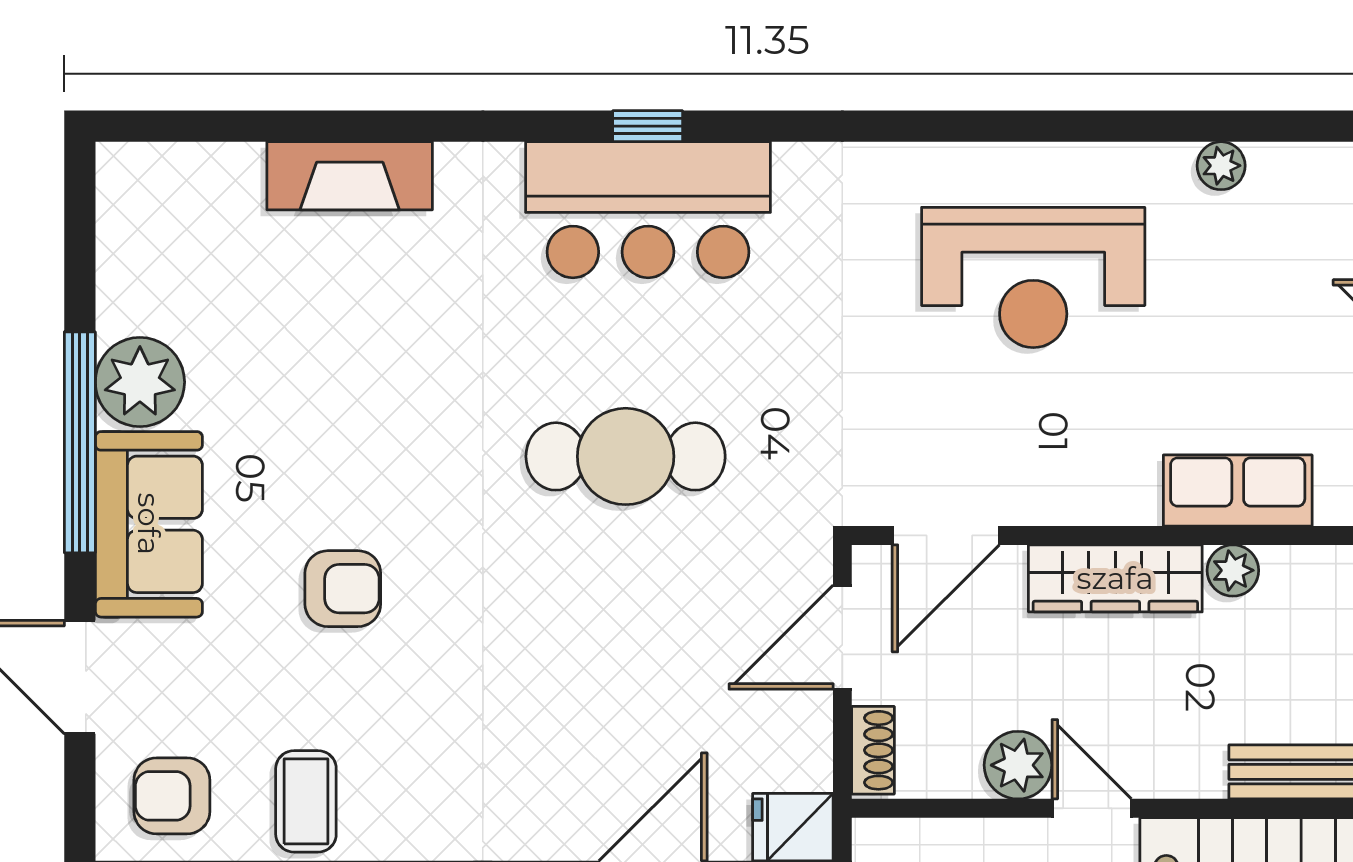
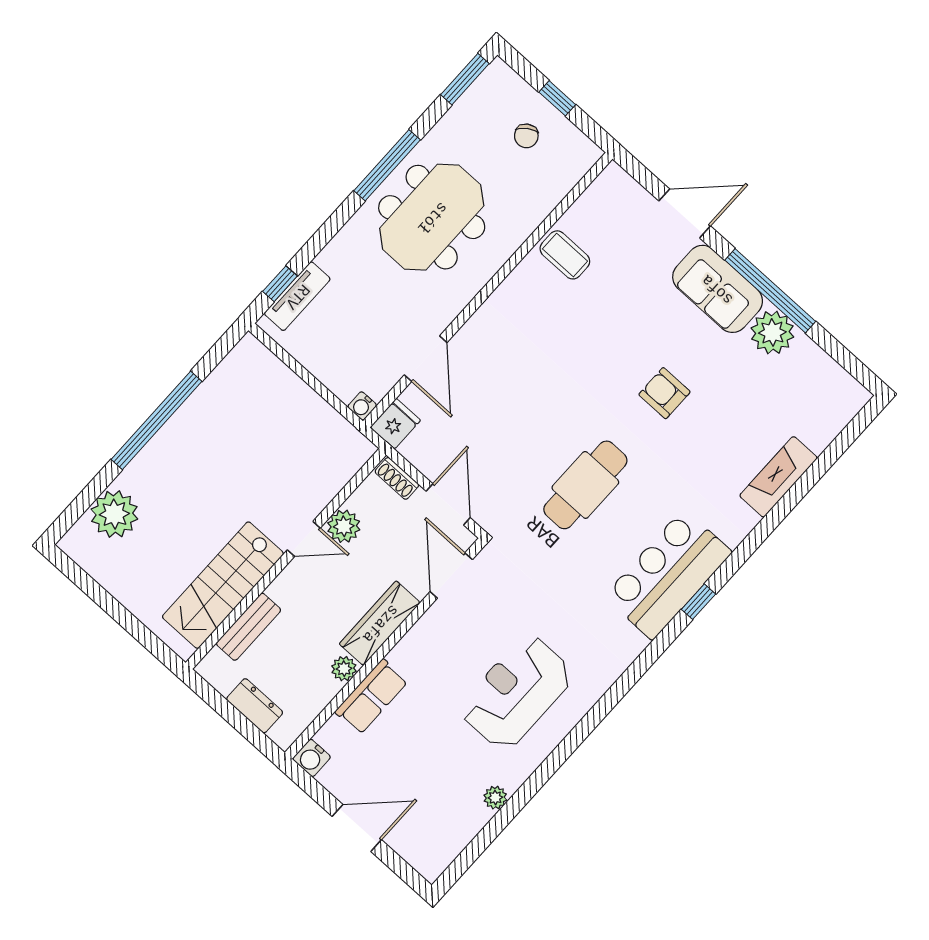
armchair: (343, 589) -> (664, 393), moved, turned 90
armchair: (172, 796) -> (611, 208), removed

